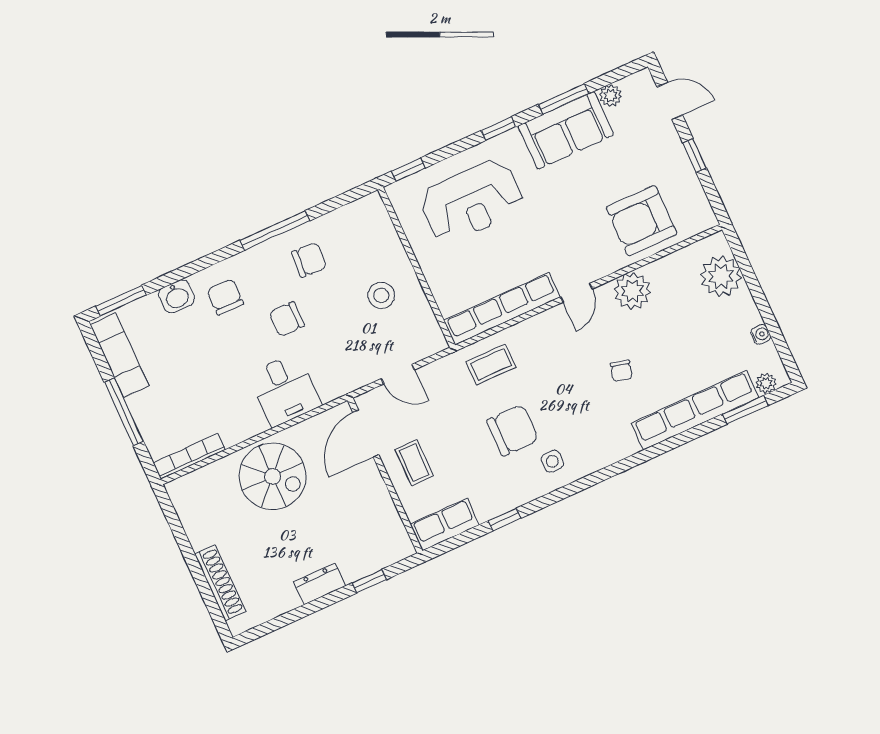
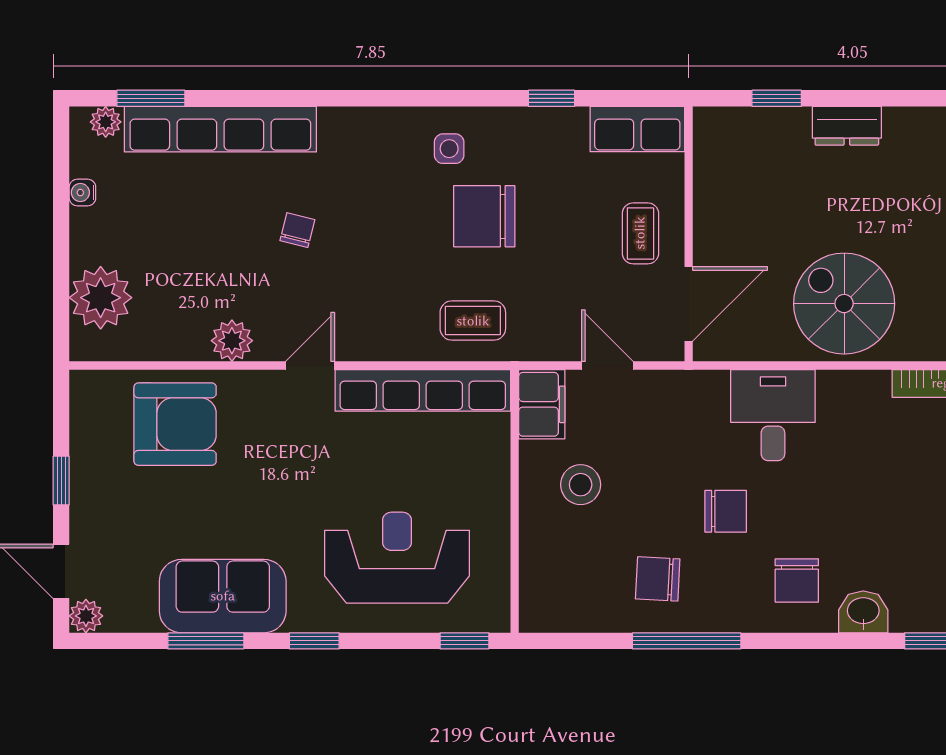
plant: (610, 96) -> (86, 616), moved
plant: (632, 291) -> (232, 341), width x0.73, depth x0.73
filing cabinet: (427, 333) -> (542, 404), added

